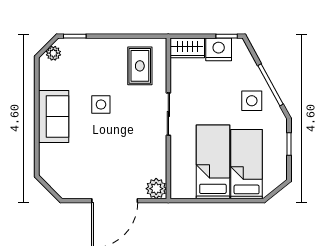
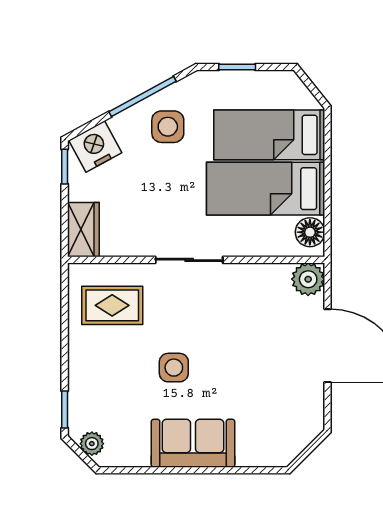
nightstand: (219, 49) -> (95, 146), moved, turned 61
floor lamp: (186, 190) -> (310, 232), added

